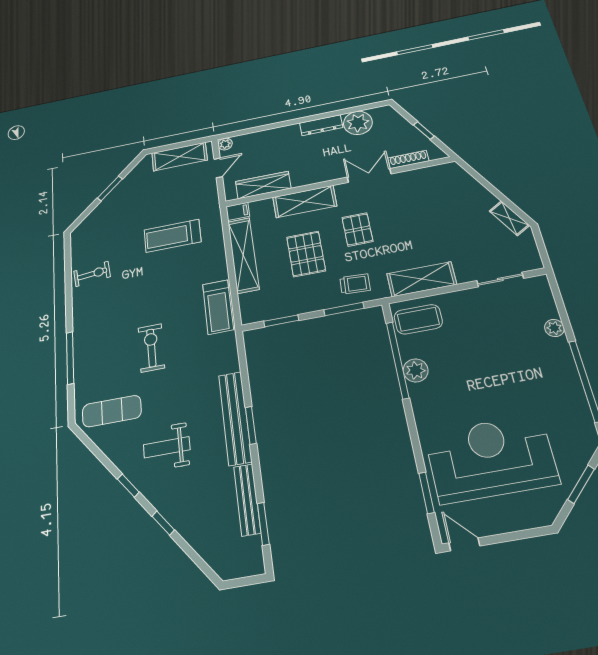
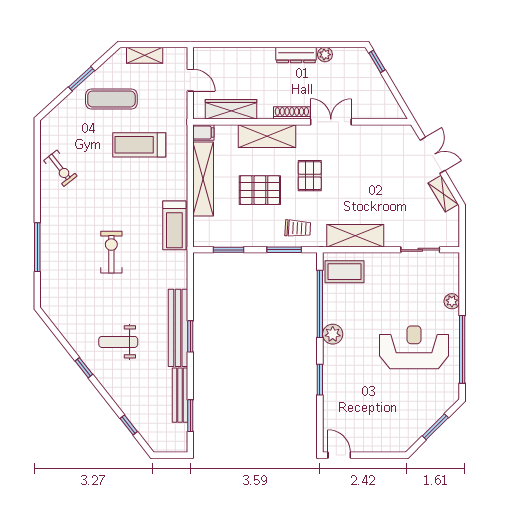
plant: (358, 123) -> (325, 55), width x0.53, depth x0.53
window: (424, 131) -> (377, 61), moved
plant: (225, 144) -> (200, 54), removed
shelving: (180, 156) -> (145, 55), width x0.67, depth x0.75
shoe rack: (408, 159) -> (292, 113), moved
door: (218, 168) -> (190, 80), hinge flipped
double door: (486, 184) -> (433, 155), added
pallet: (306, 254) -> (260, 190), turned 90
exercise bike: (92, 274) -> (60, 168), turned 58
plant: (416, 370) -> (333, 334), moved
exercise mat: (112, 411) -> (111, 99), moved
reception desk: (491, 458) -> (414, 347), moved, width x0.74, depth x0.77
window: (427, 493) -> (320, 380), moved
window: (163, 523) -> (129, 425), moved

